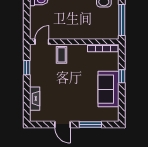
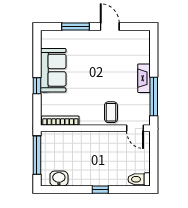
door: (42, 42) -> (135, 128), hinge flipped
window: (27, 68) -> (154, 96), width x2.17
fireplace: (35, 99) -> (144, 78), moved

